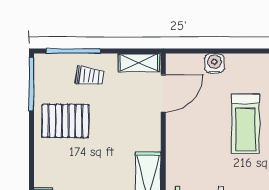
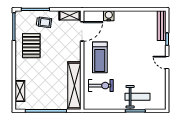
pallet: (65, 121) -> (31, 46), turned 90
treadmill: (245, 124) -> (100, 57), moved

